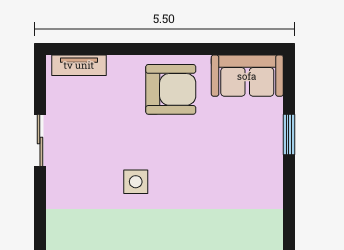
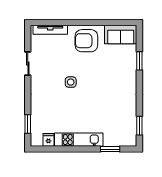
tv unit: (79, 65) -> (50, 30), width x1.41
armchair: (171, 89) -> (86, 41), turned 180

